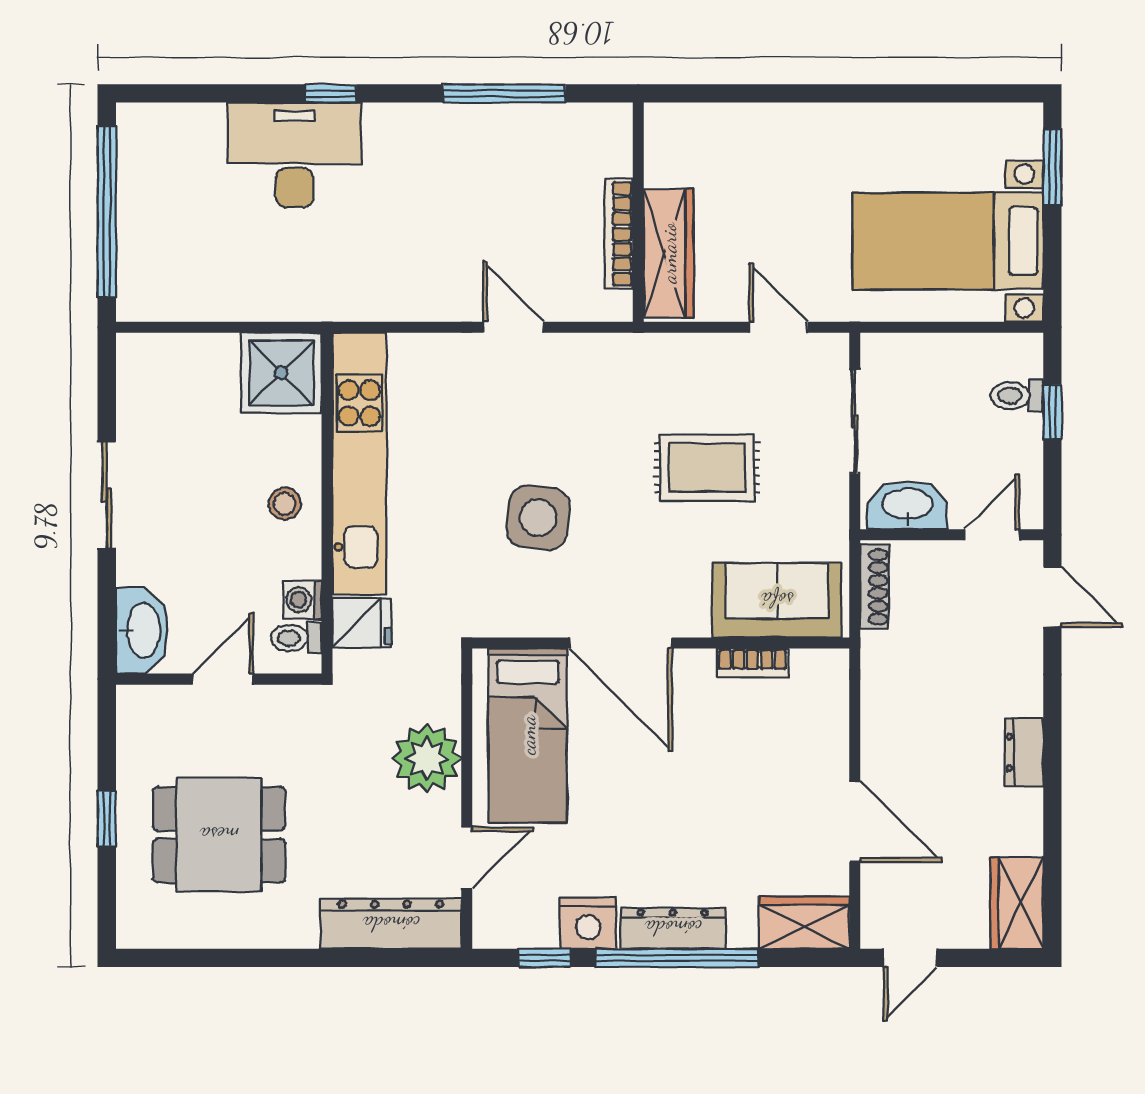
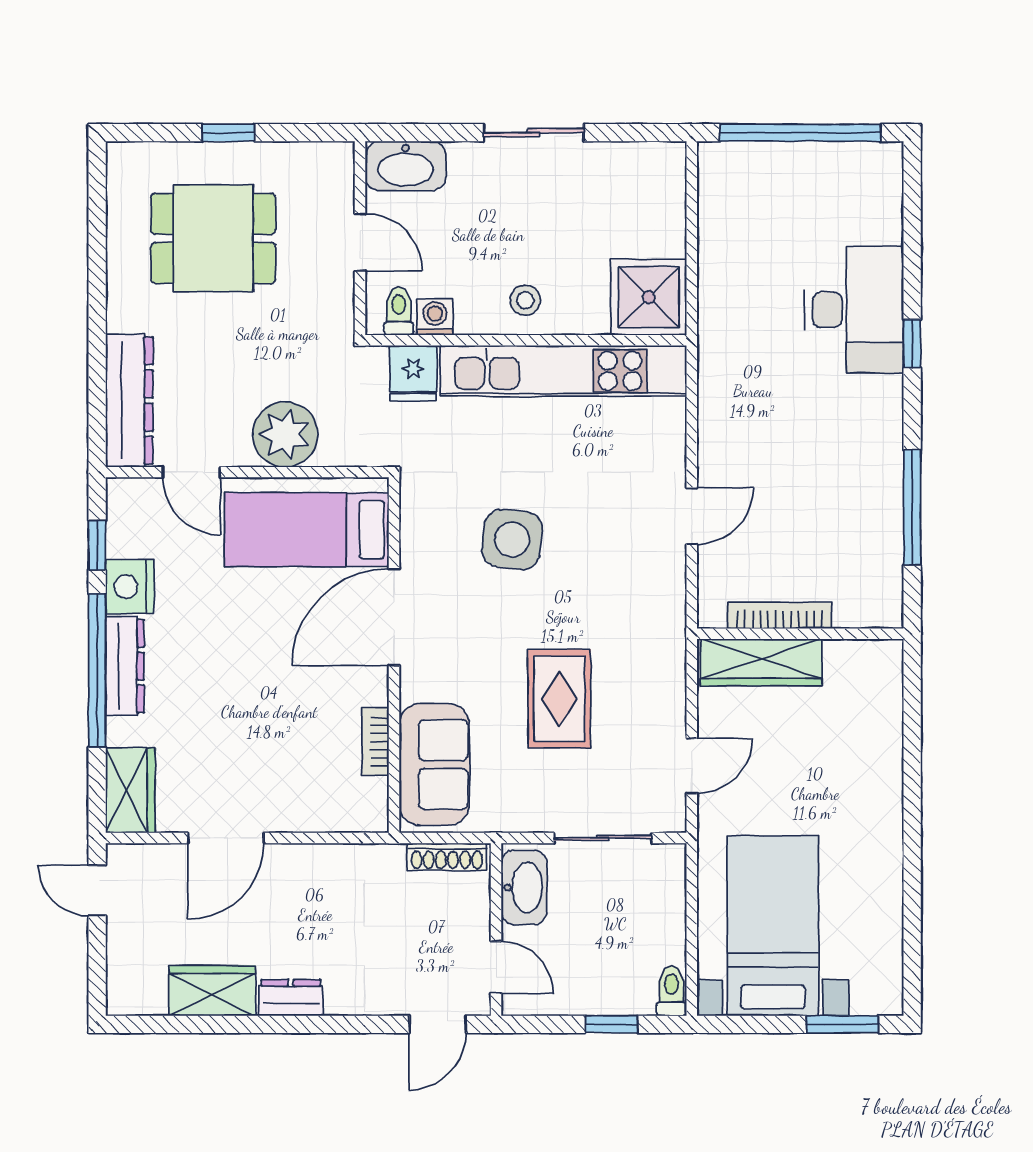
toilet: (1017, 396) -> (671, 991), moved
dining table: (219, 835) -> (213, 238), turned 90
wardrobe: (1017, 903) -> (212, 991), moved

